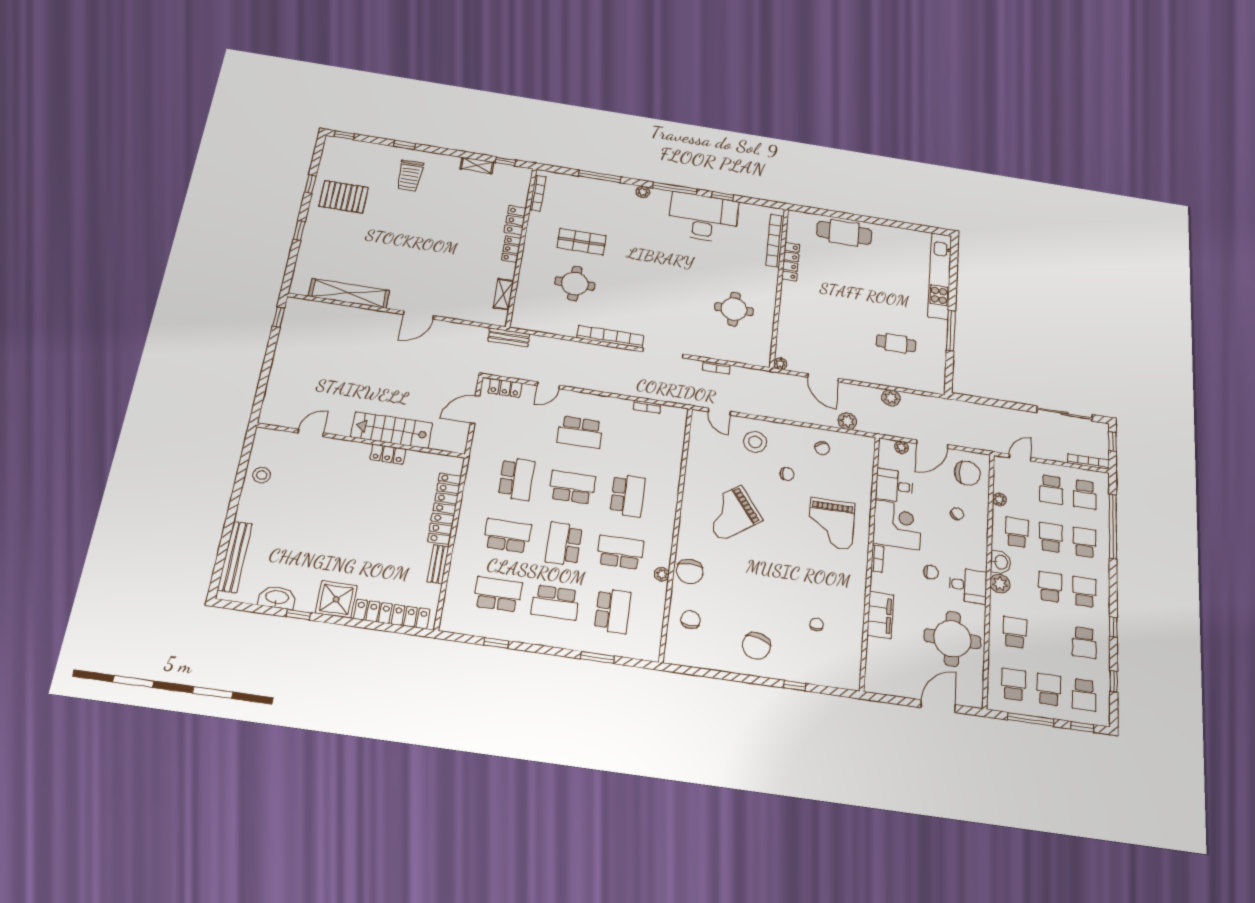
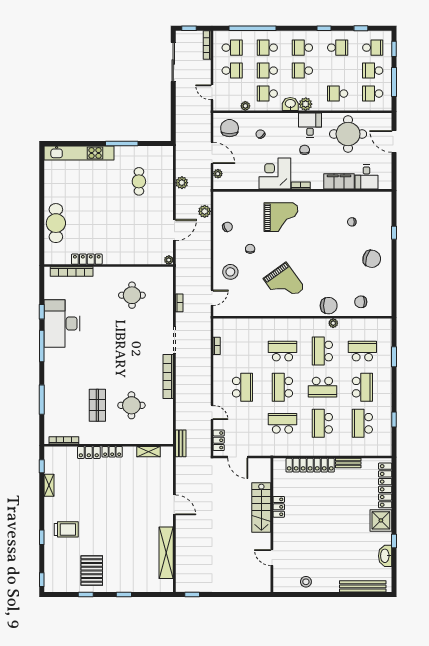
plant: (643, 192) -> (49, 368), removed
desk: (894, 486) -> (366, 177), moved

